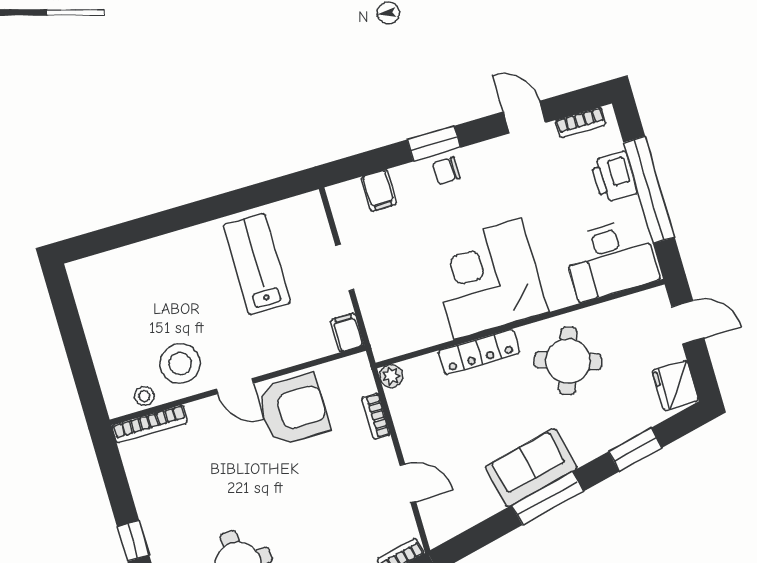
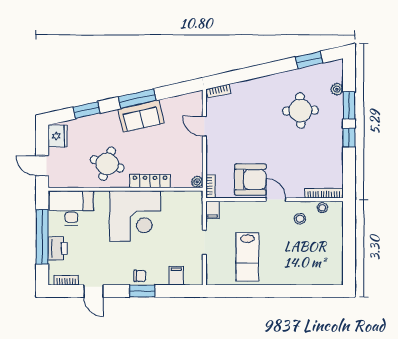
stool: (180, 364) -> (300, 219), width x0.53, depth x0.53
armchair: (293, 409) -> (250, 180), turned 180
bookcase: (376, 416) -> (210, 186), moved

